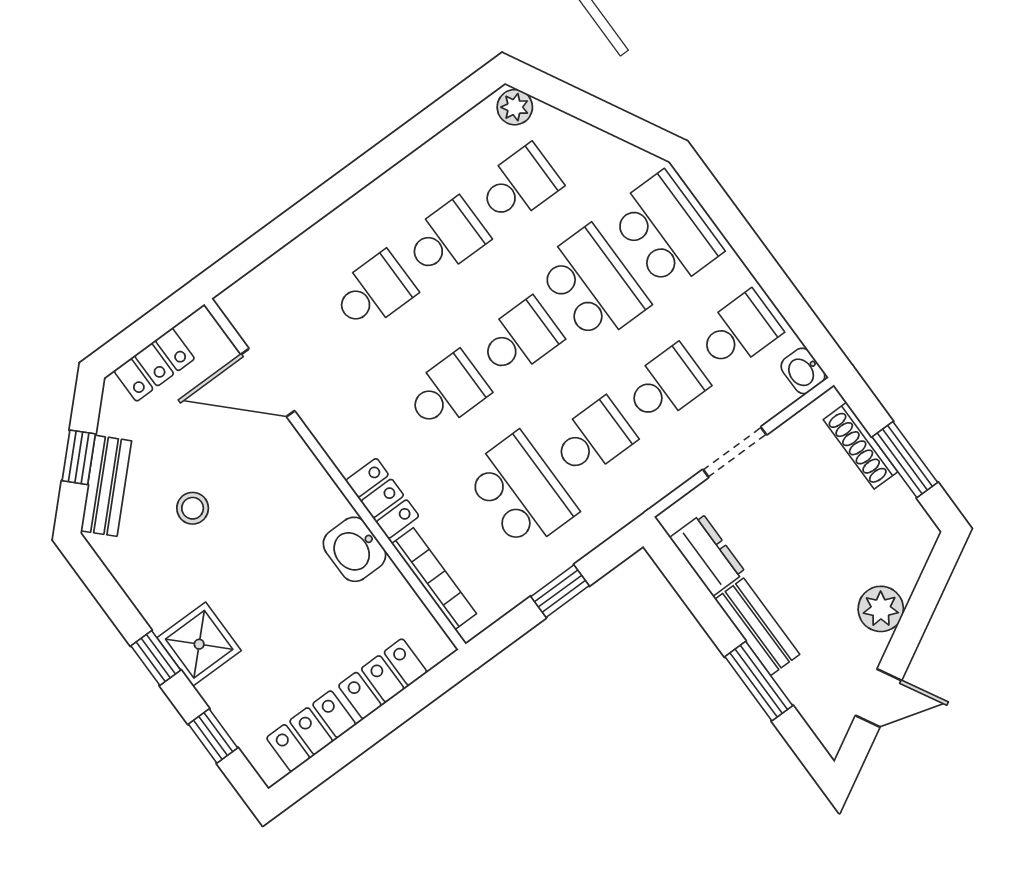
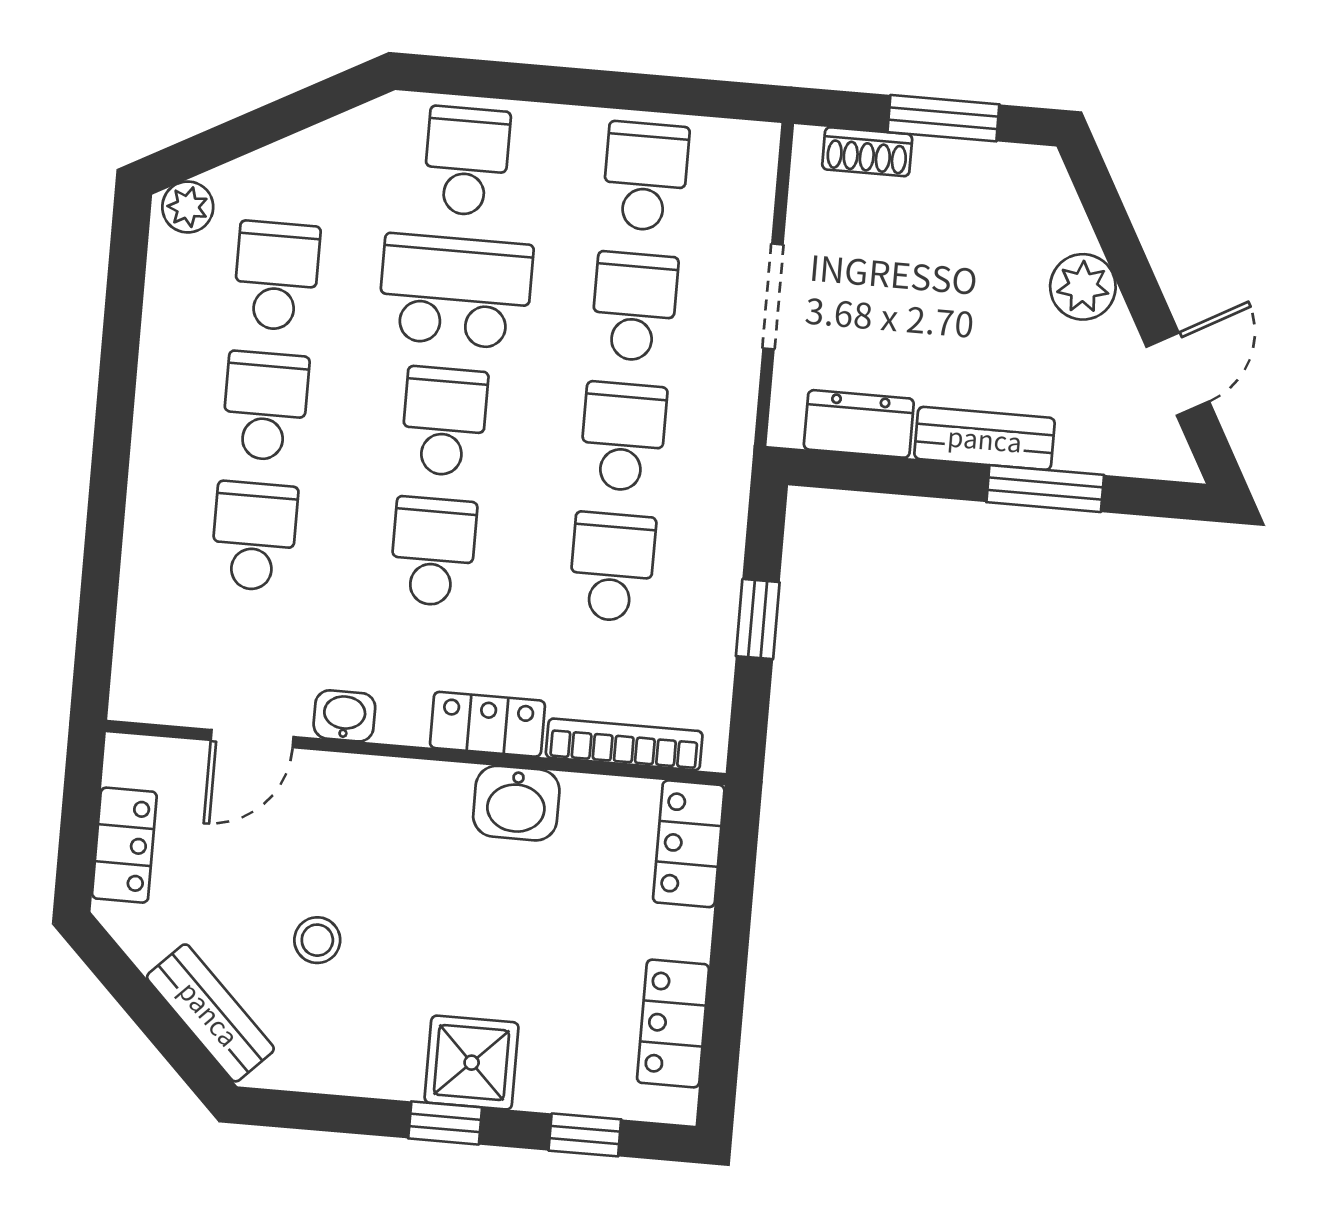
school desk: (666, 231) -> (467, 161), width x0.54
washbasin: (803, 371) -> (344, 716), moved, turned 180
door: (268, 383) -> (252, 739), width x0.73
shoe rack: (860, 446) -> (867, 152), width x0.70
window: (79, 457) -> (153, 1016), removed
school desk: (521, 492) -> (612, 567), width x0.54
locker: (383, 679) -> (689, 844), moved

